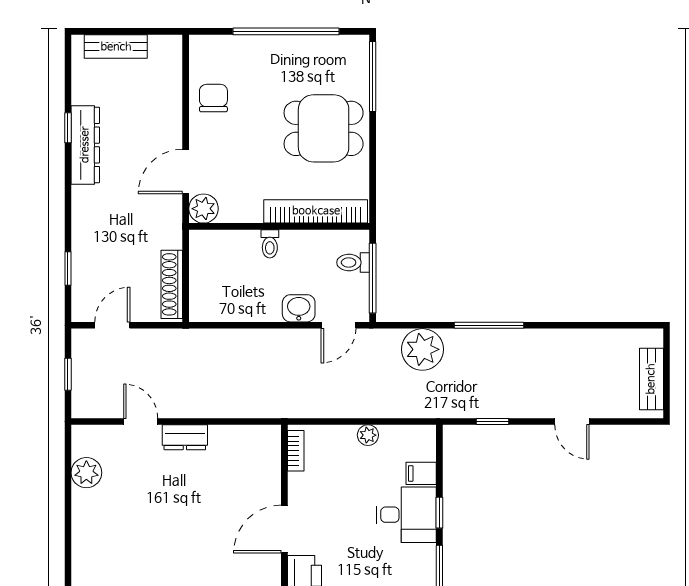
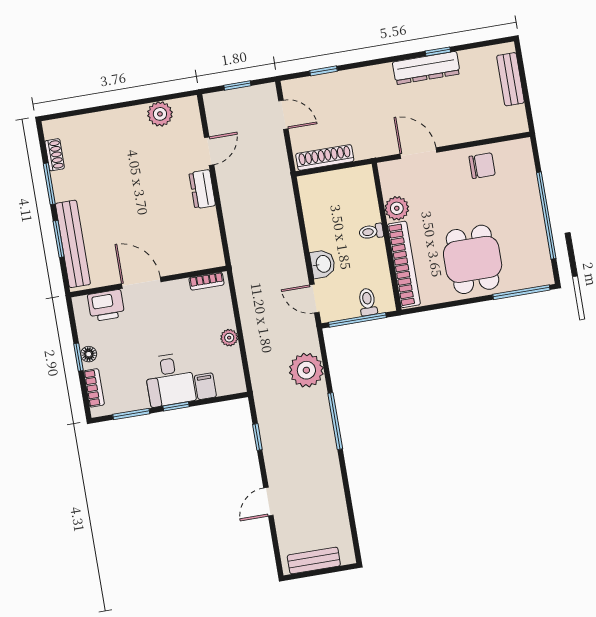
plant: (203, 209) -> (397, 208), moved

